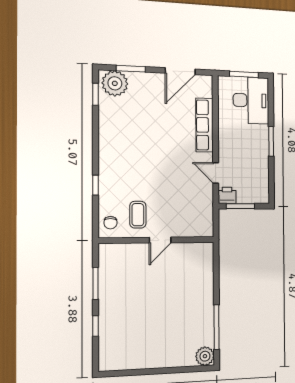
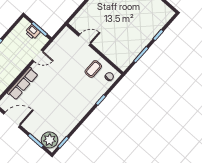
door: (216, 173) -> (38, 56), hinge flipped
printer: (227, 195) -> (33, 32), moved
door: (160, 240) -> (84, 40), moved

